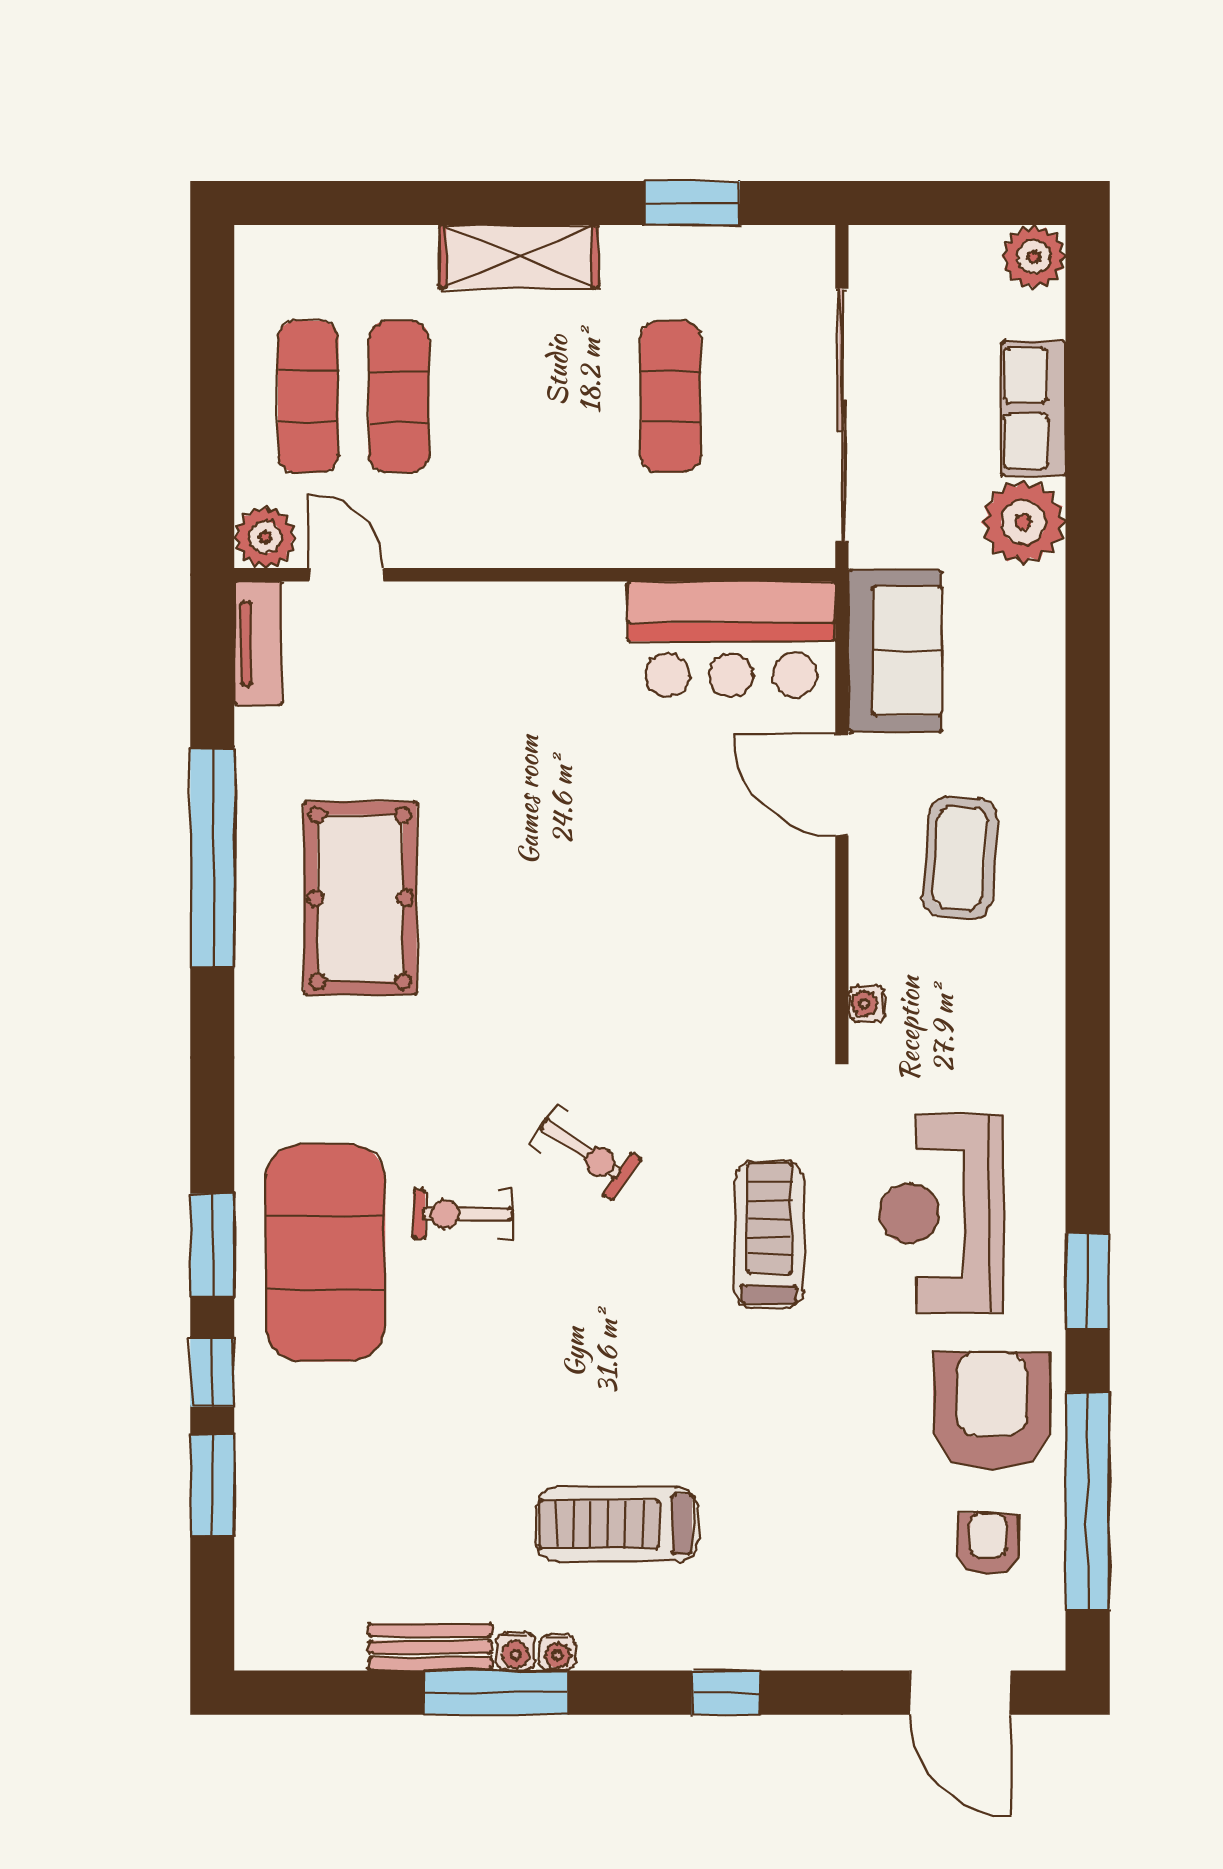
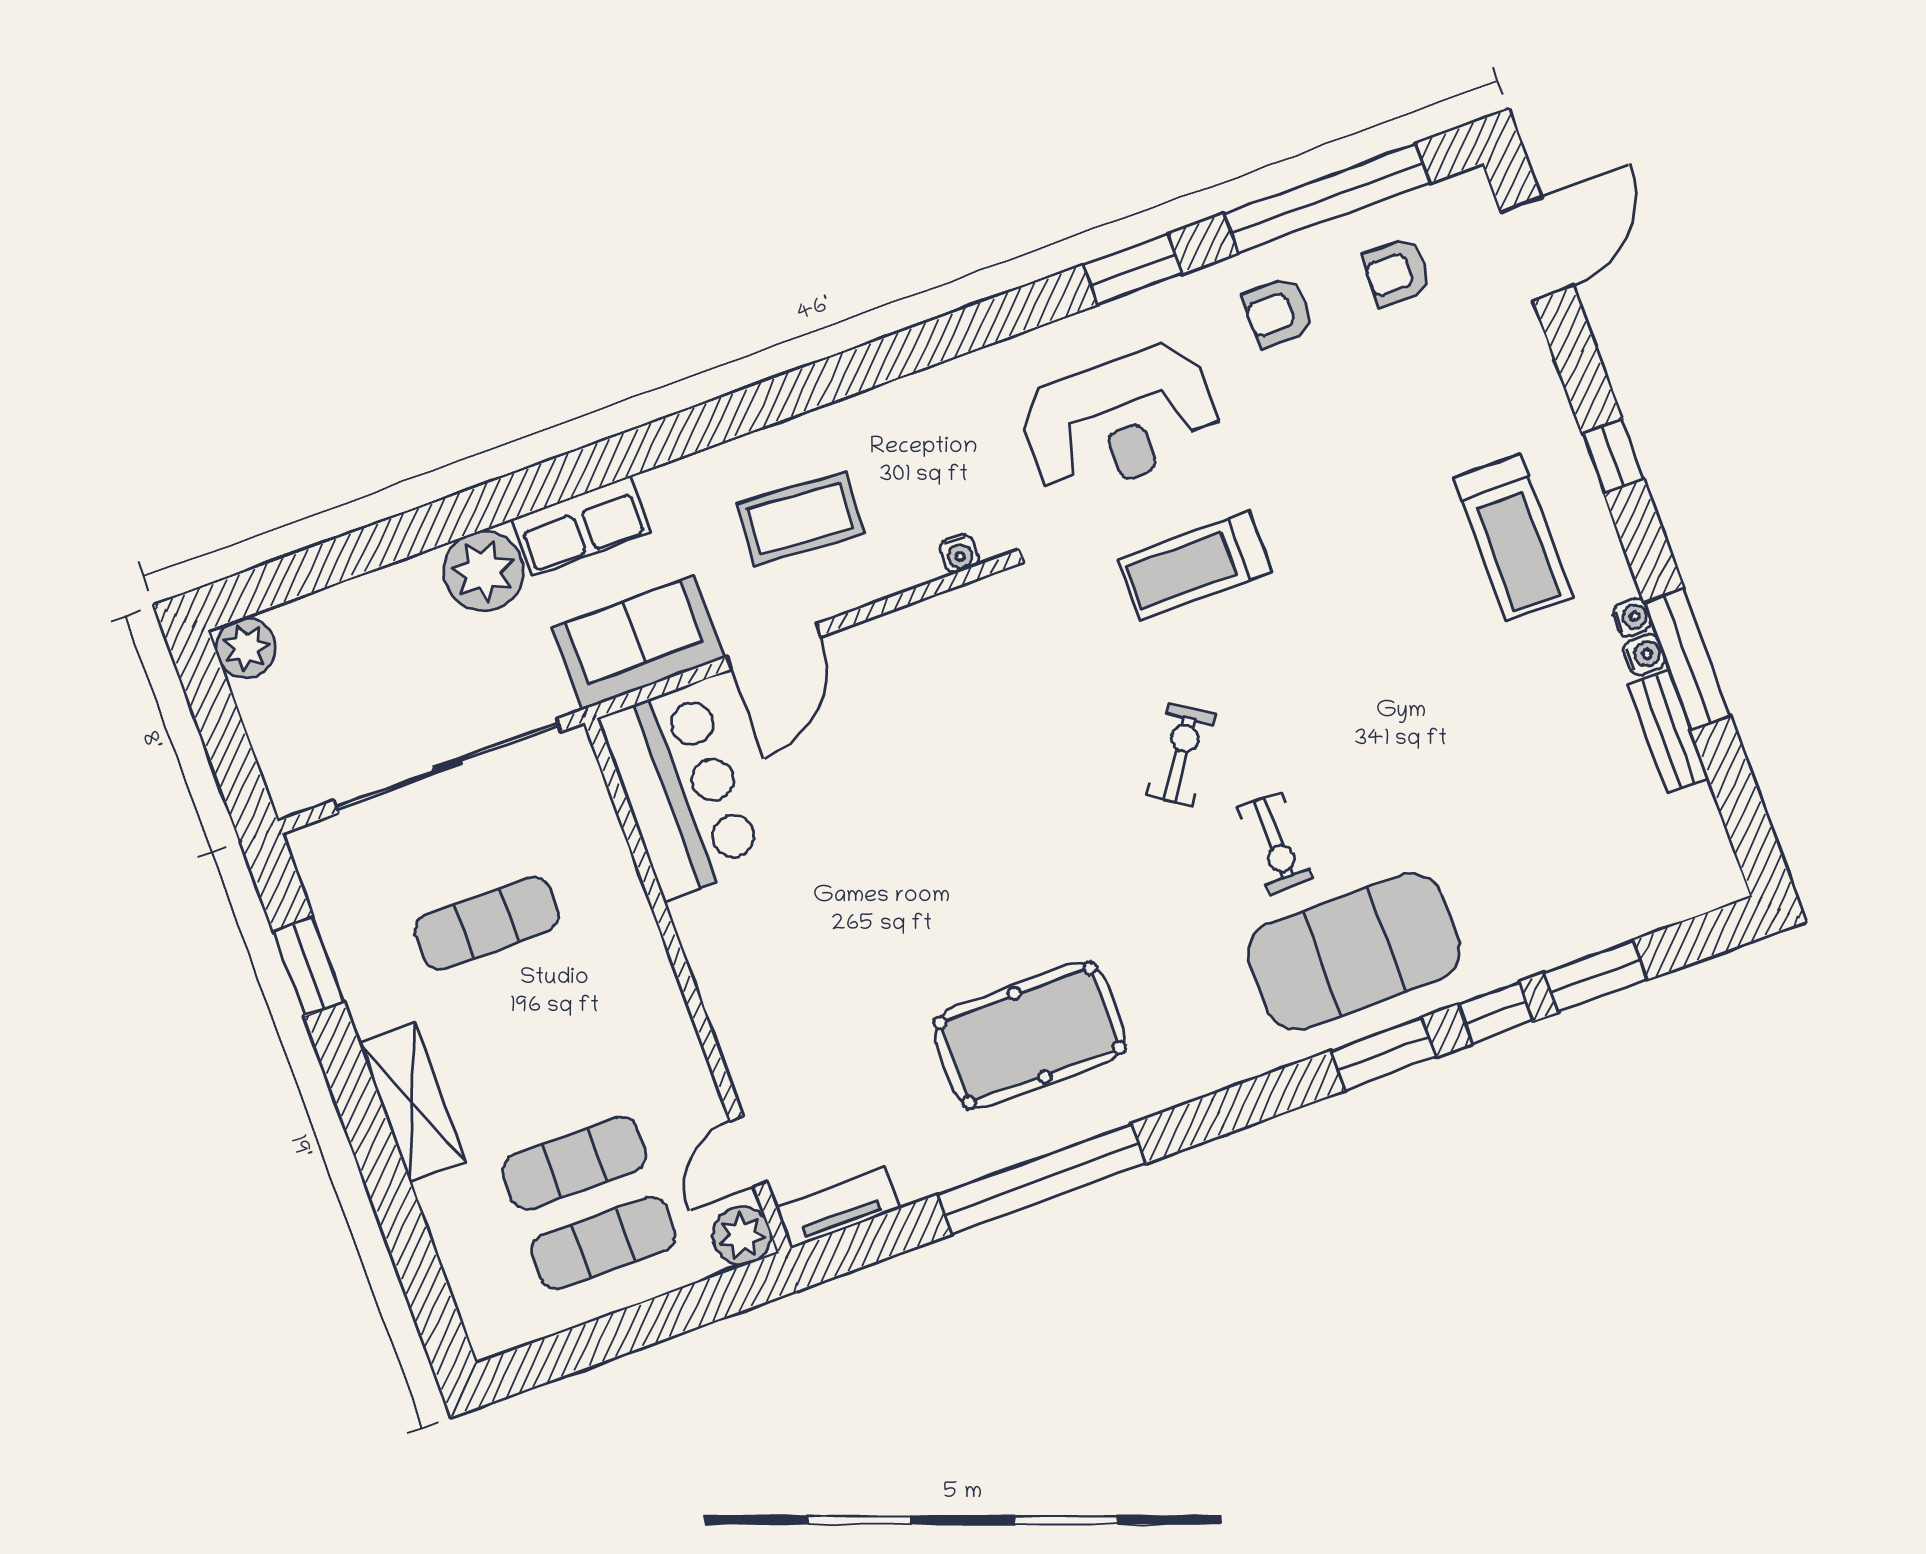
row of seats: (1033, 408) -> (581, 525), moved
armchair: (992, 1411) -> (1278, 312), width x0.53, depth x0.53
treadmill: (617, 1524) -> (1513, 537), moved

